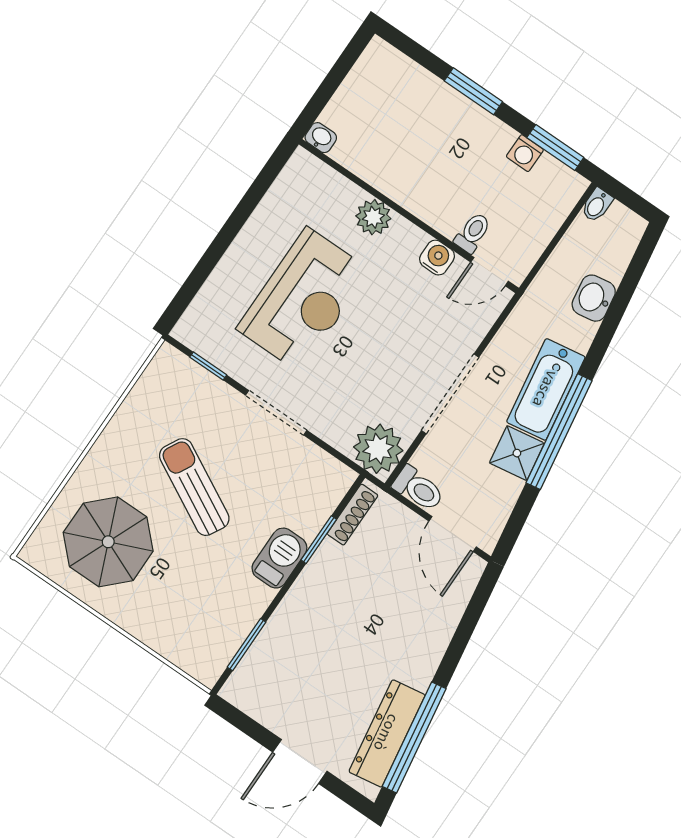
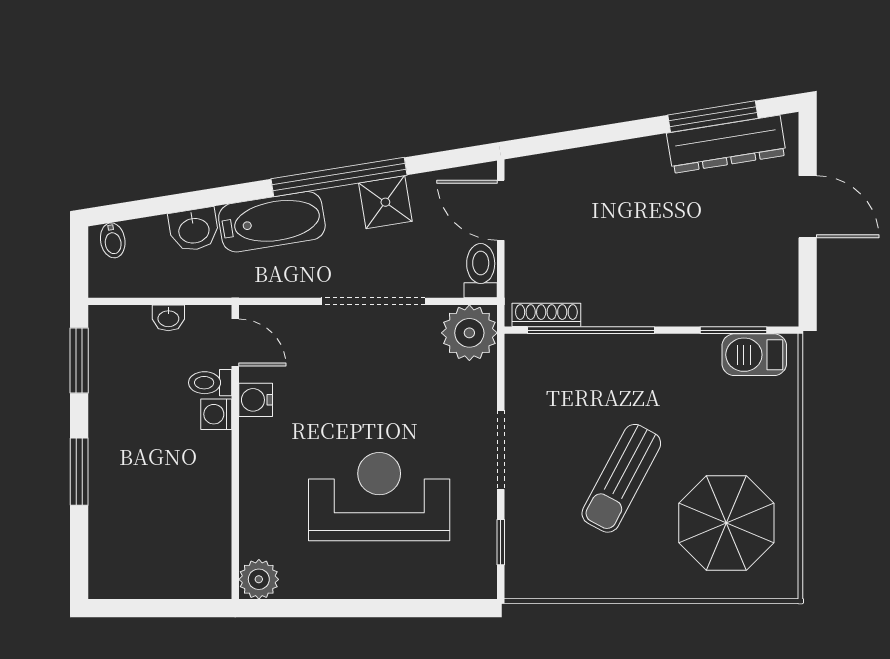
washbasin: (321, 138) -> (168, 318), moved, turned -90
washing machine: (525, 153) -> (216, 414), moved, turned 180
bidet: (597, 205) -> (113, 240), moved, turned 81
plant: (373, 217) -> (259, 579), moved
bathtub: (546, 389) -> (272, 222), moved
door: (453, 534) -> (501, 210), swing flipped
window: (319, 540) -> (591, 330), width x2.11
barbecue: (279, 558) -> (754, 355), moved
window: (414, 738) -> (713, 117), width x0.68

